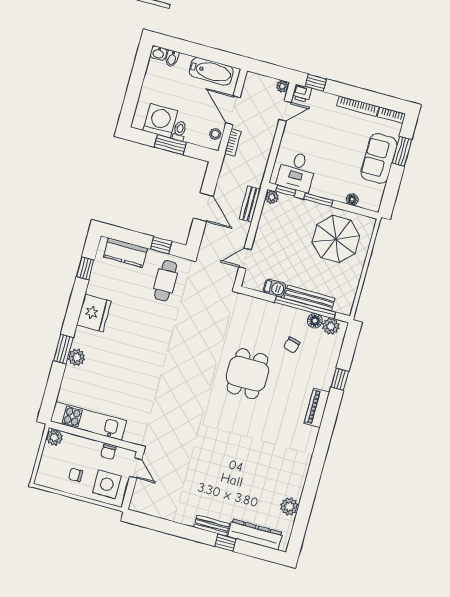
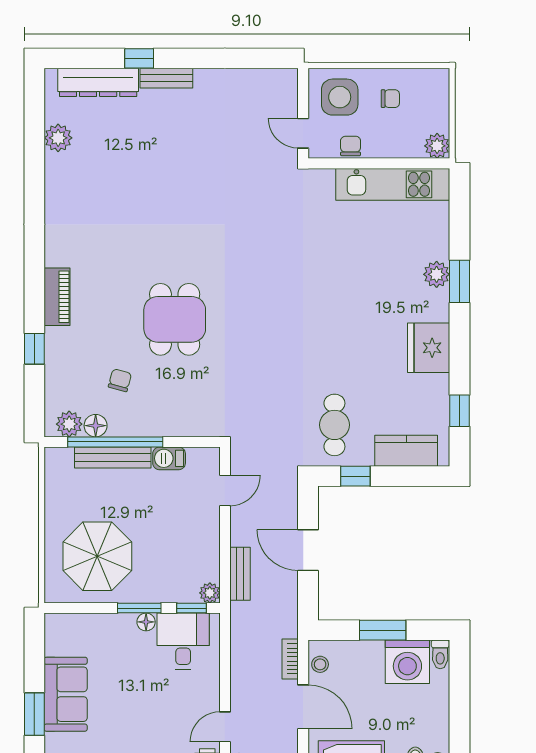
toilet: (179, 131) -> (440, 654), moved
floor lamp: (352, 199) -> (146, 622), moved

